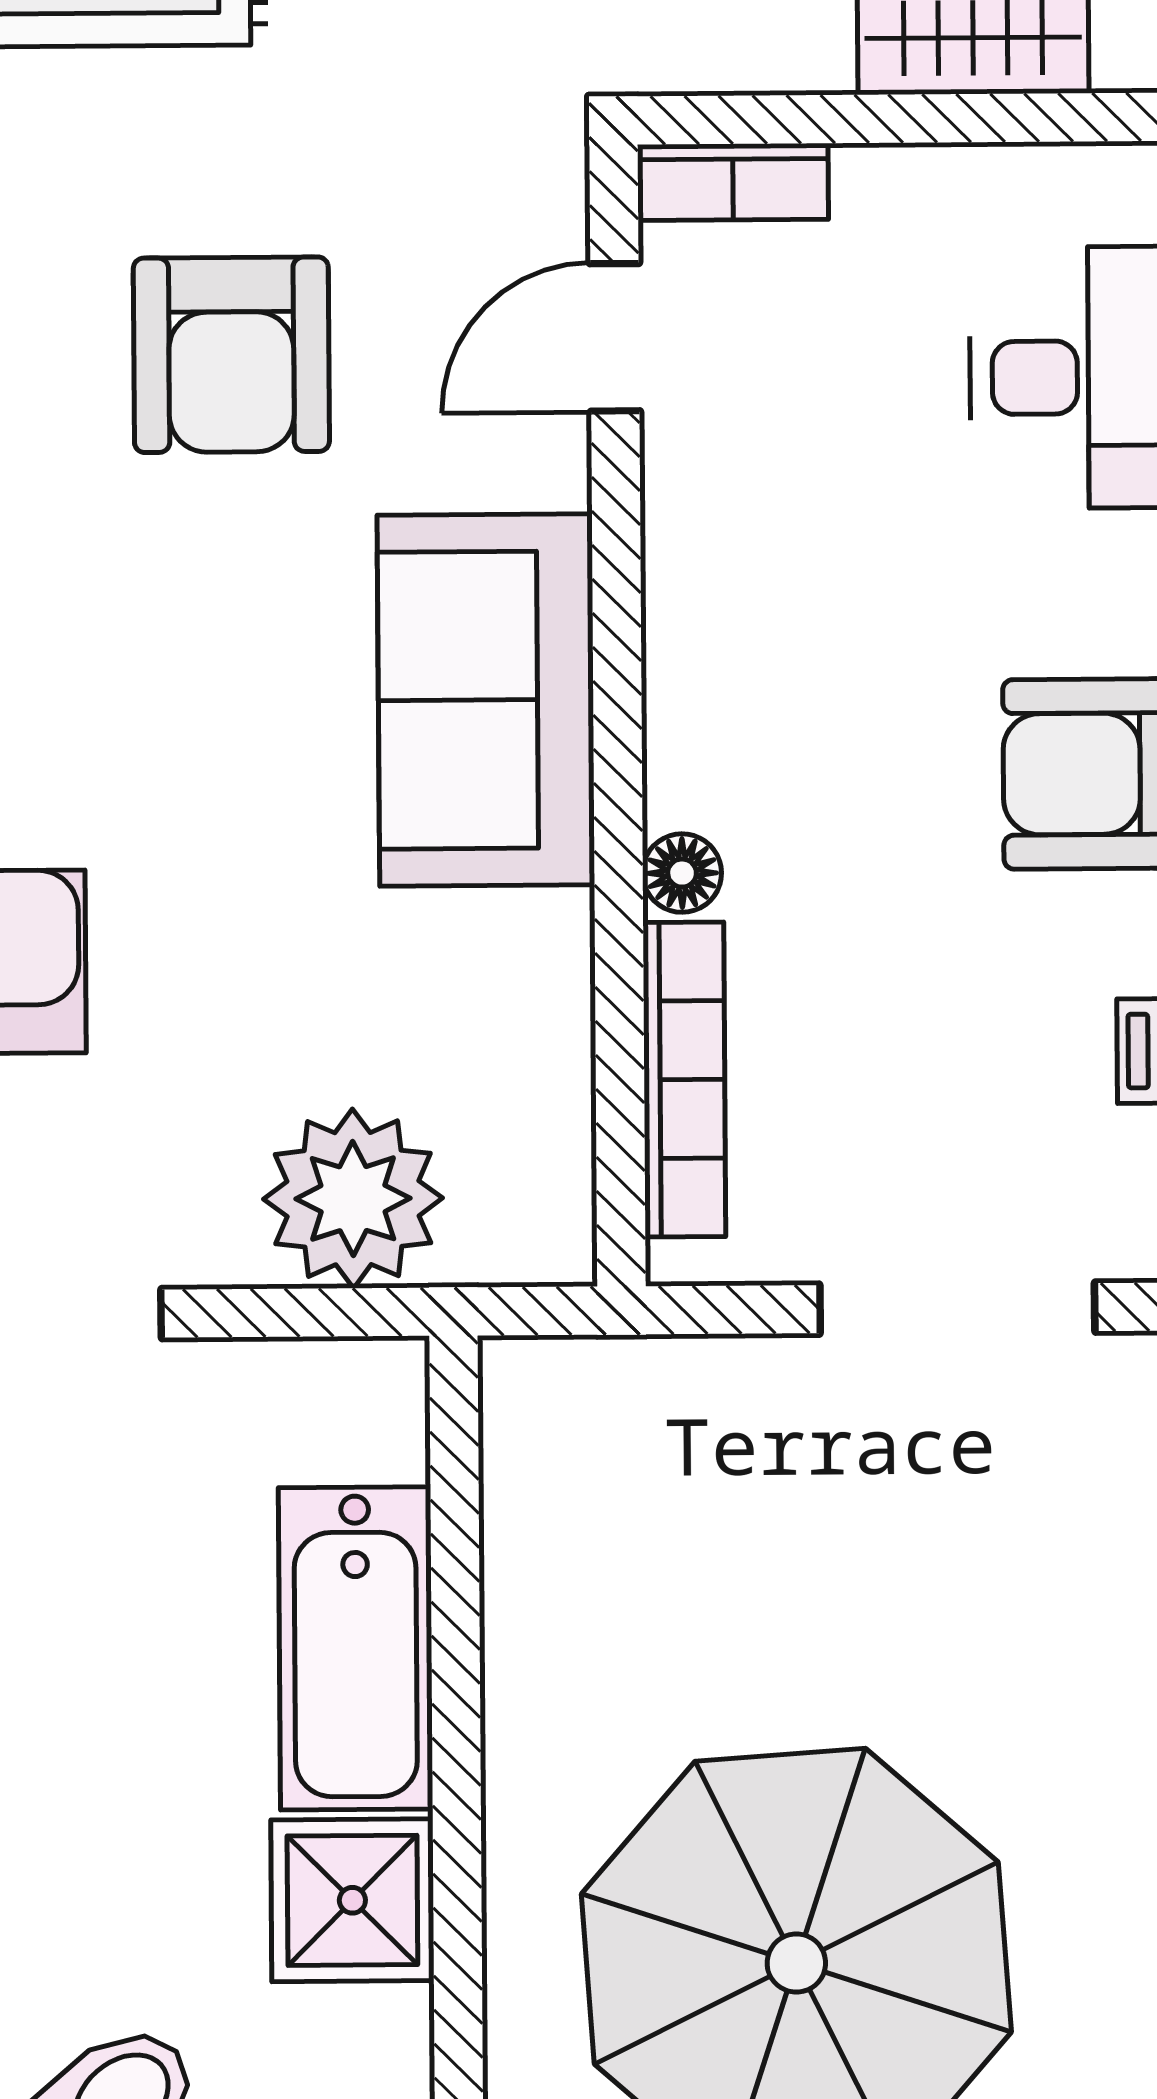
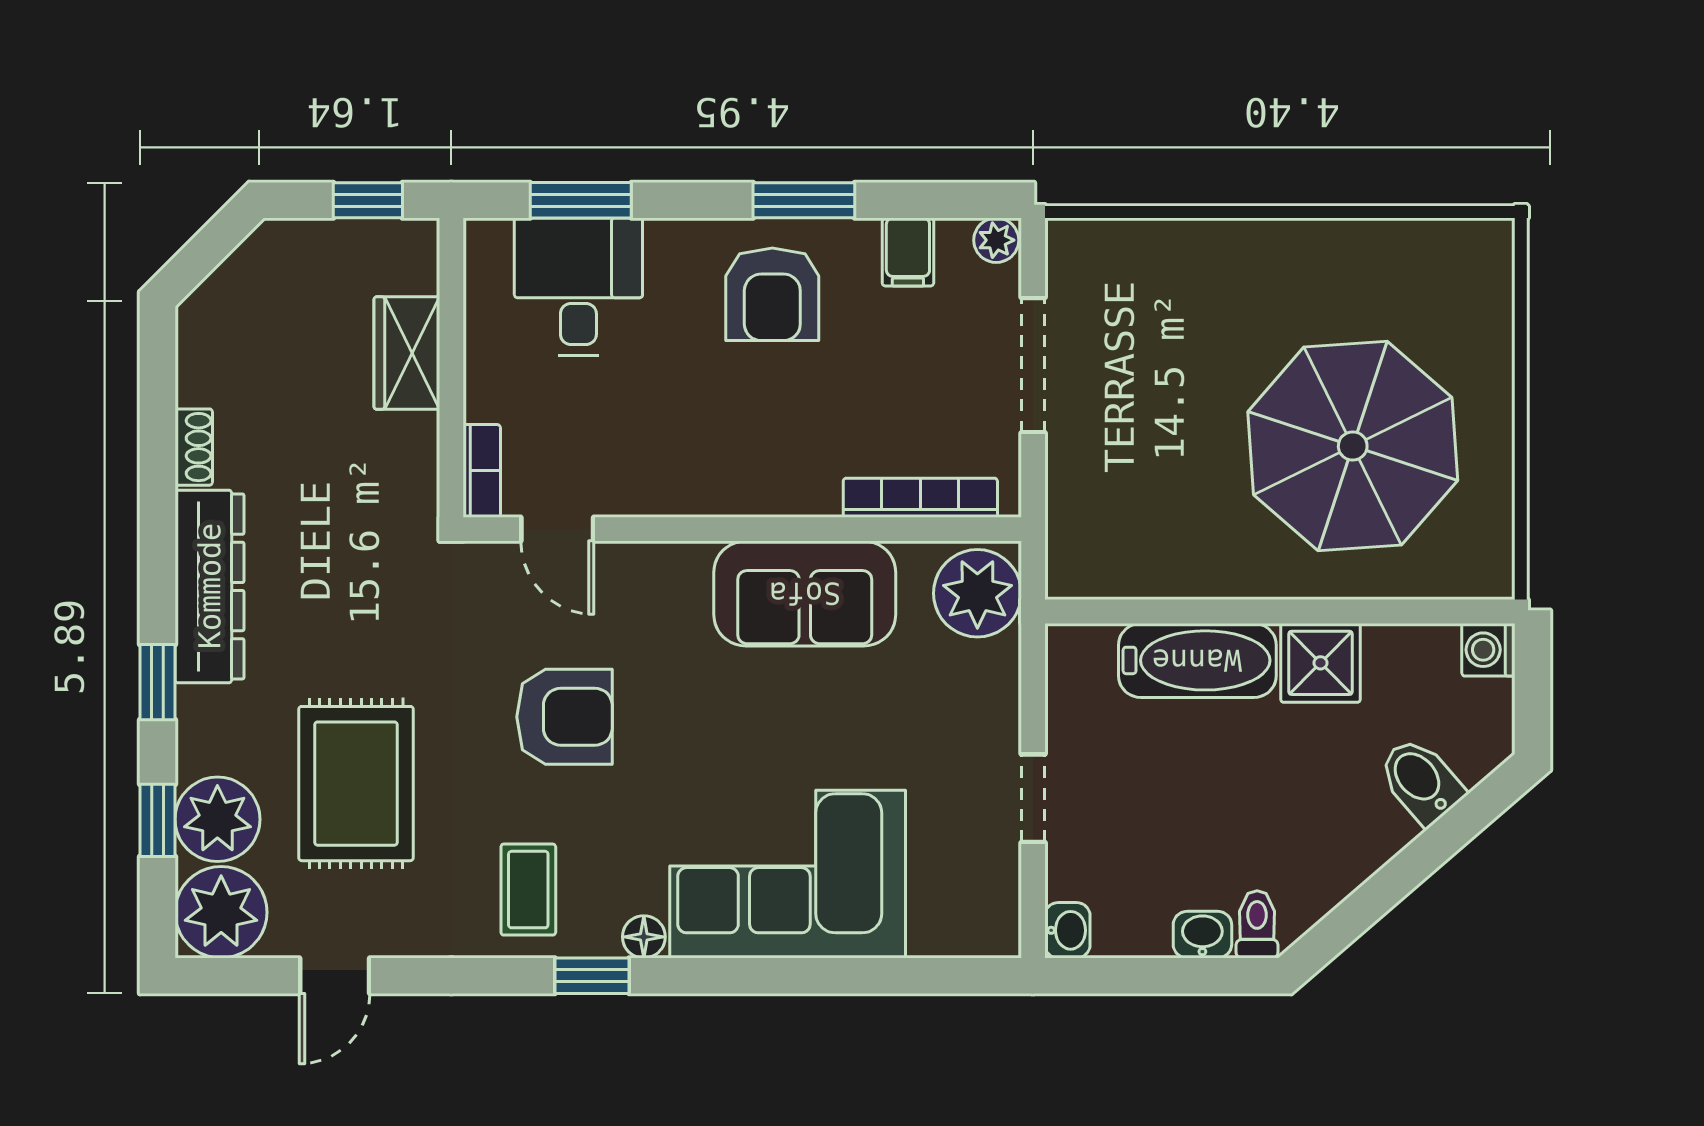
sofa: (486, 700) -> (805, 593), moved
floor lamp: (682, 873) -> (819, 498), removed
plant: (353, 1199) -> (977, 593), moved

